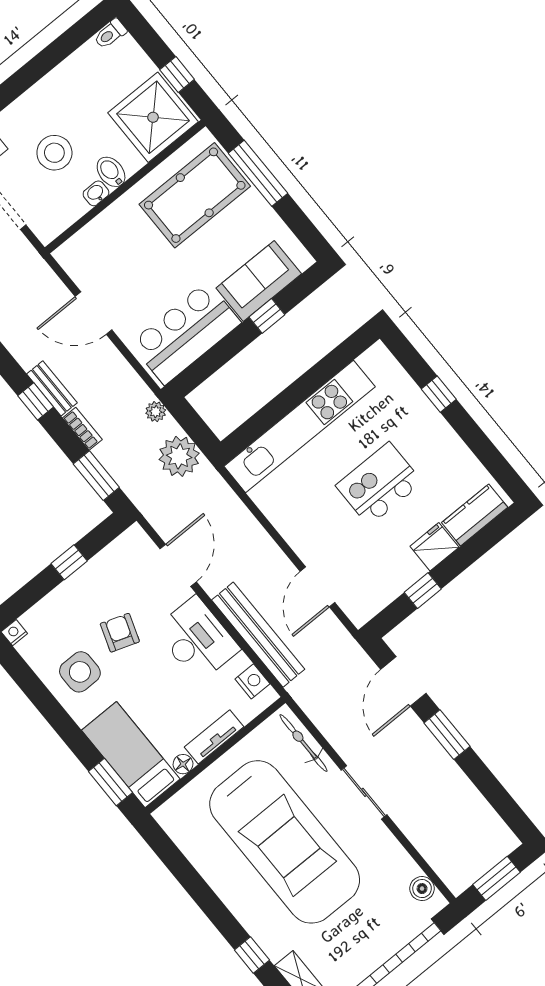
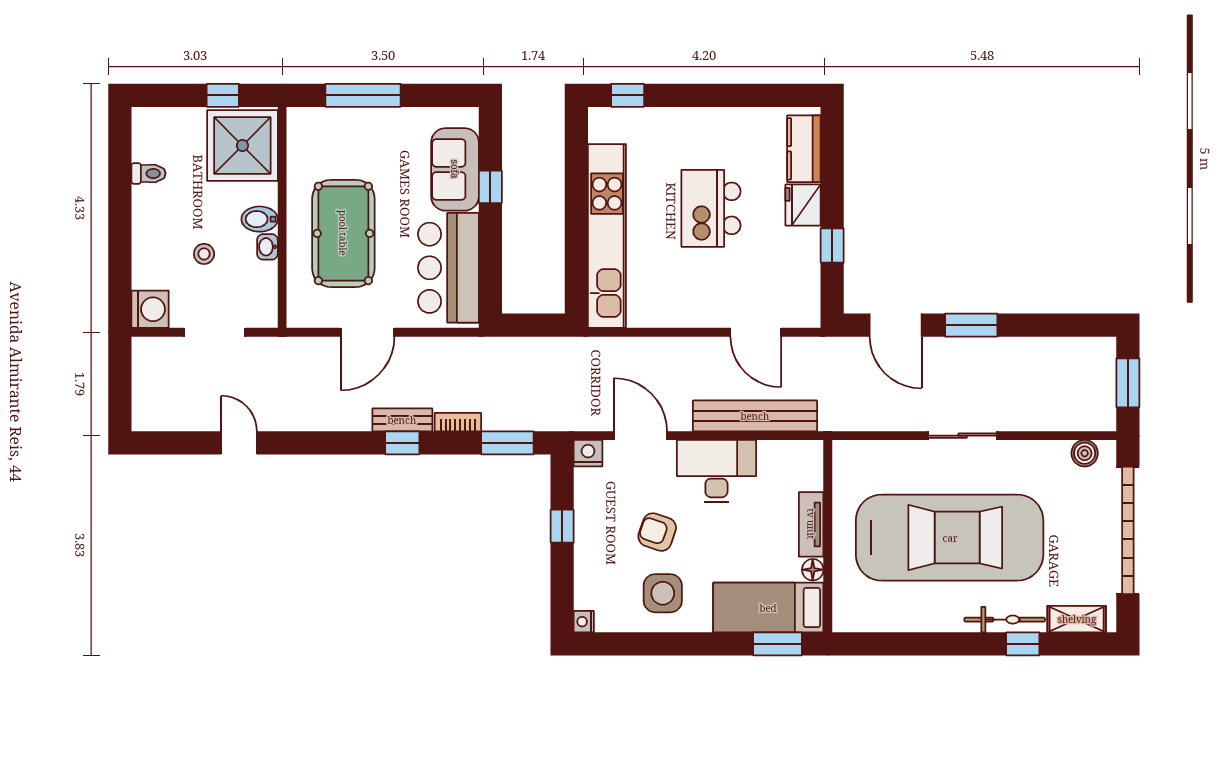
toilet: (110, 34) -> (148, 173), moved, turned -90
stool: (54, 153) -> (204, 254), width x0.53, depth x0.53
pool table: (195, 195) -> (343, 233), moved
window: (439, 394) -> (628, 95), moved
plant: (156, 412) -> (494, 348), removed
plant: (179, 456) -> (549, 359), removed
nightstand: (252, 681) -> (588, 453), moved
bicycle: (304, 743) -> (1005, 620), moved, turned 180

